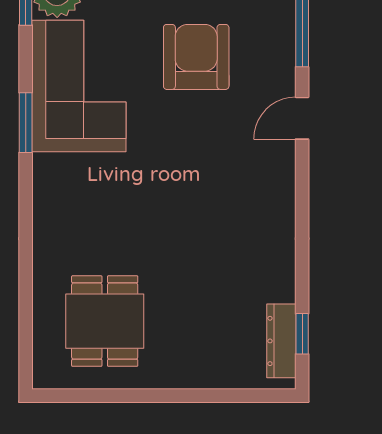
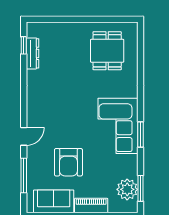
corner sofa: (79, 86) -> (118, 126), moved
dresser: (281, 341) -> (33, 53), moved

